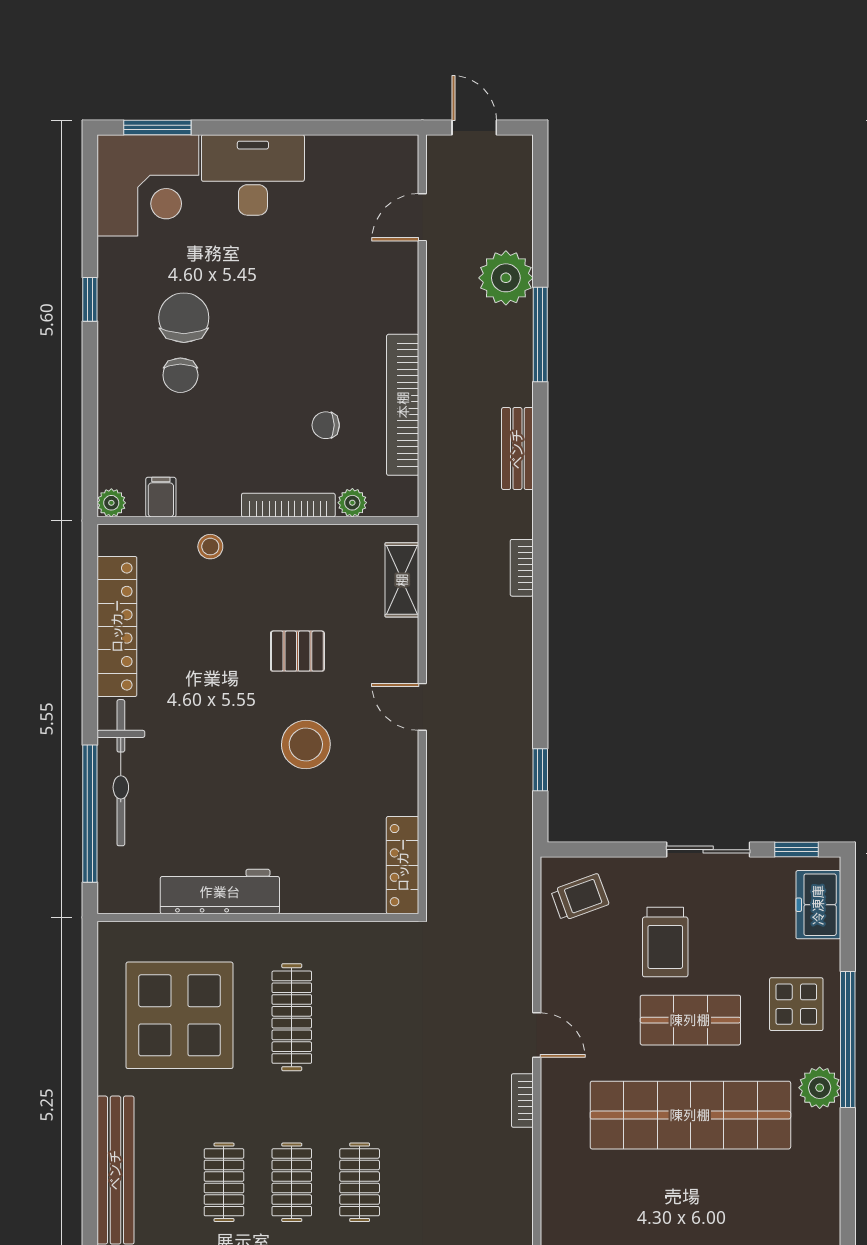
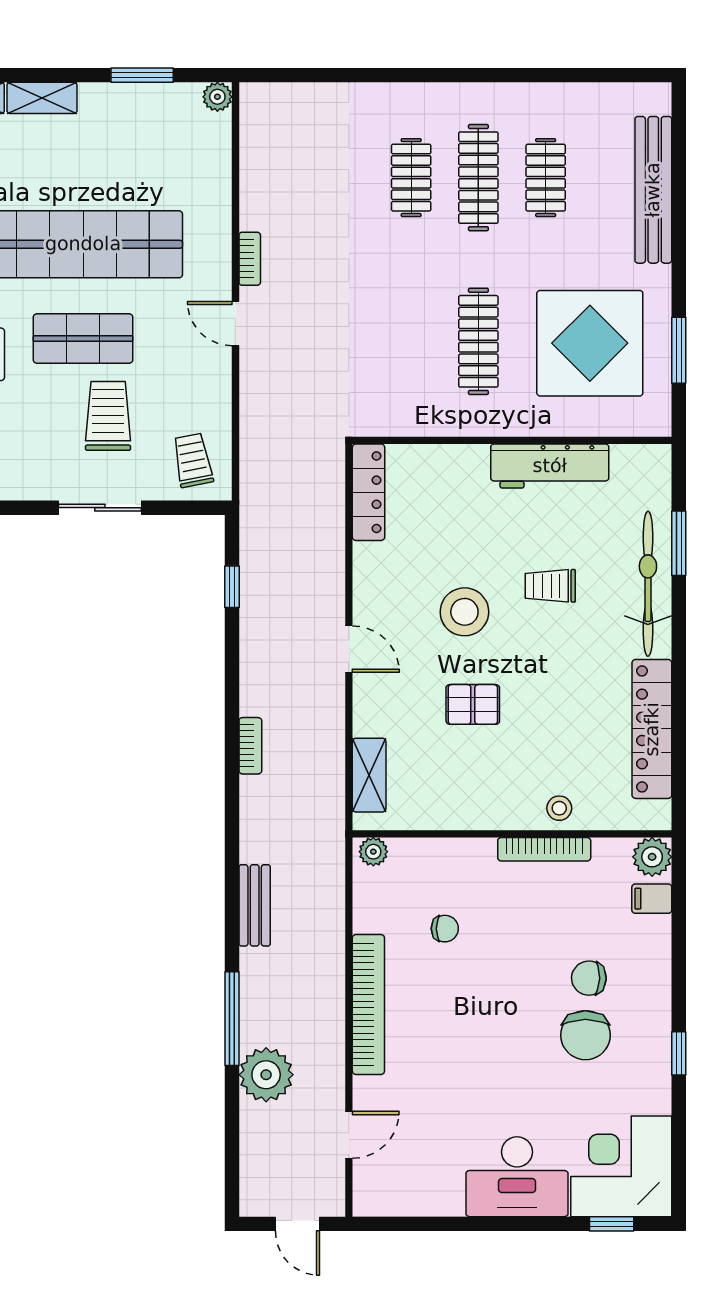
window: (157, 127) -> (612, 1224), width x0.67
chair: (180, 375) -> (589, 978), turned -88
bookcase: (403, 405) -> (368, 1005), moved
filing cabinet: (161, 497) -> (652, 899), moved, turned 90
plant: (111, 503) -> (652, 857), width x1.38, depth x1.38
plant: (352, 503) -> (373, 852), moved
bookcase: (288, 505) -> (544, 849), moved
bookcase: (522, 568) -> (250, 746), moved
trolley: (219, 771) -> (550, 586), added
window: (90, 814) -> (679, 543), width x0.47
sliding door: (708, 850) -> (100, 508), moved
trolley: (580, 897) -> (193, 460), turned 99
window: (90, 1008) -> (679, 350), added
clothes rail: (292, 1182) -> (478, 178), width x1.36

